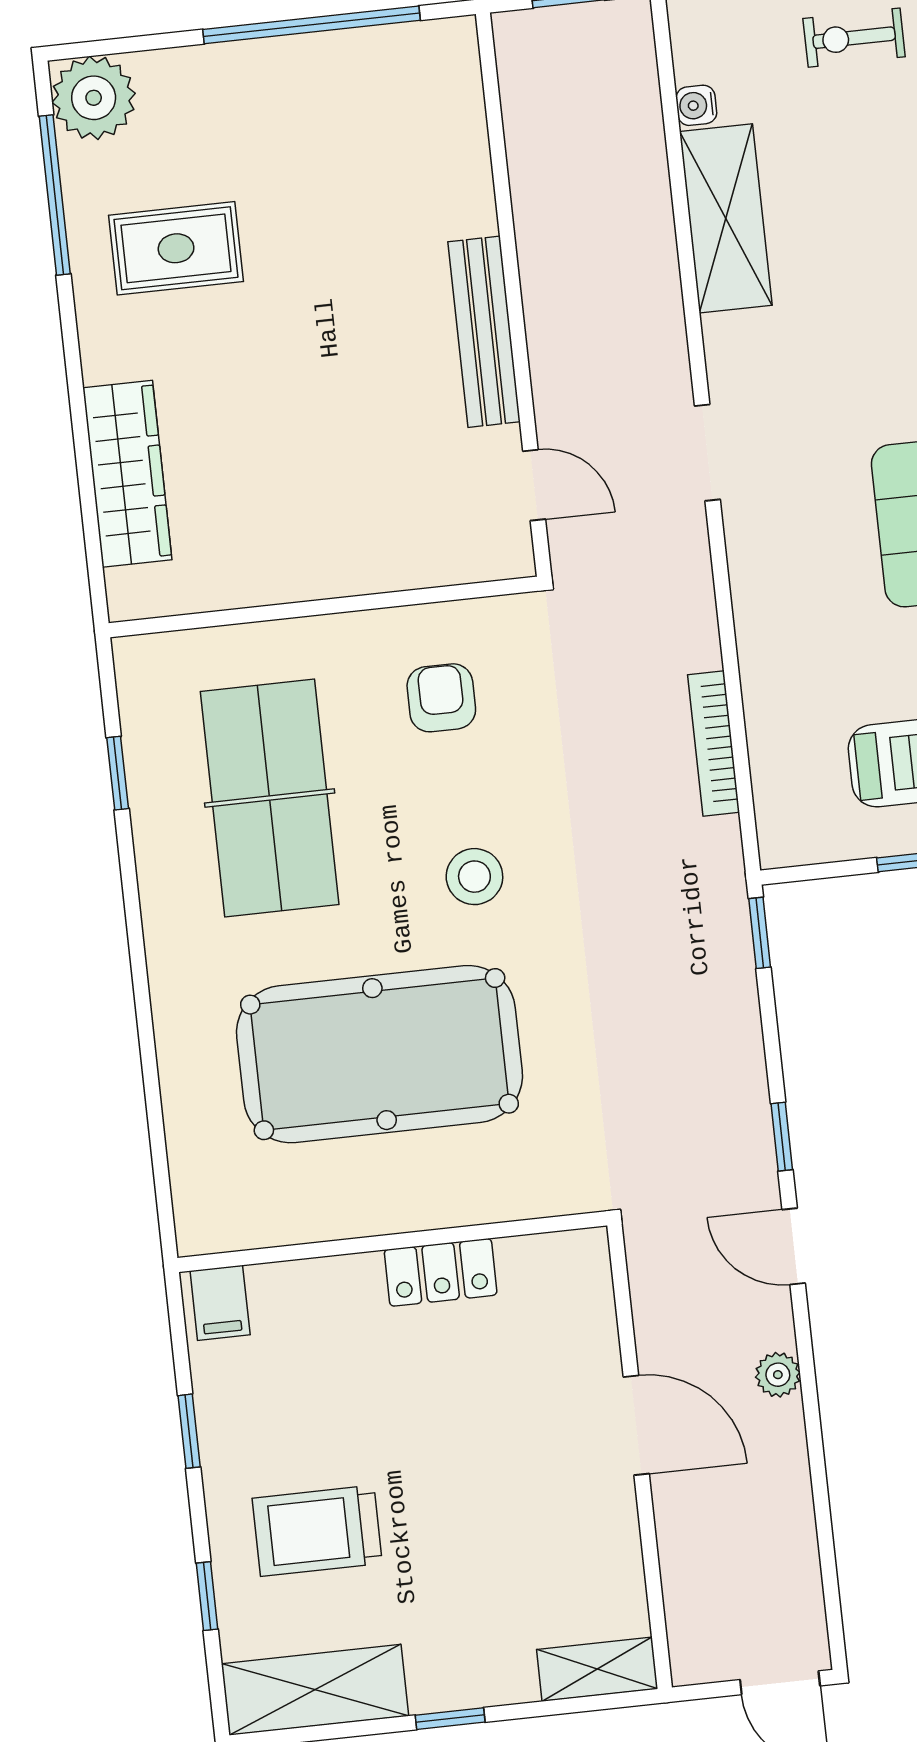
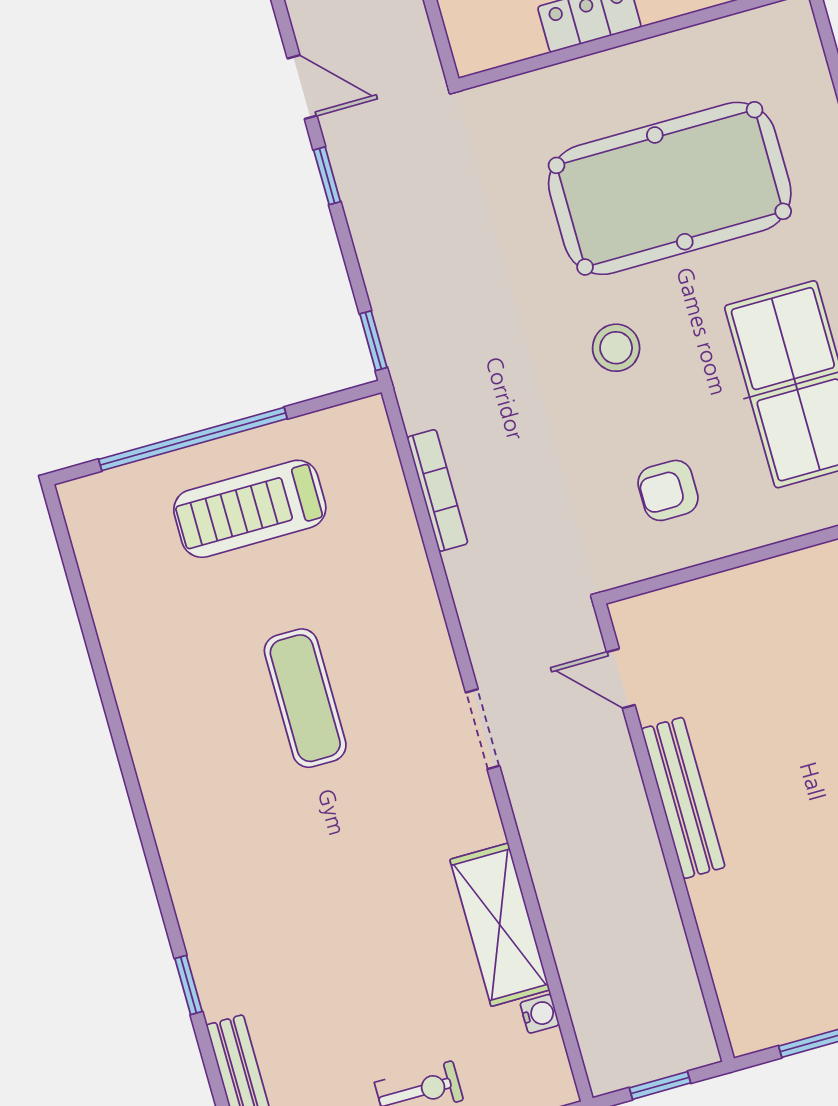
armchair: (441, 698) -> (668, 490), turned 90

